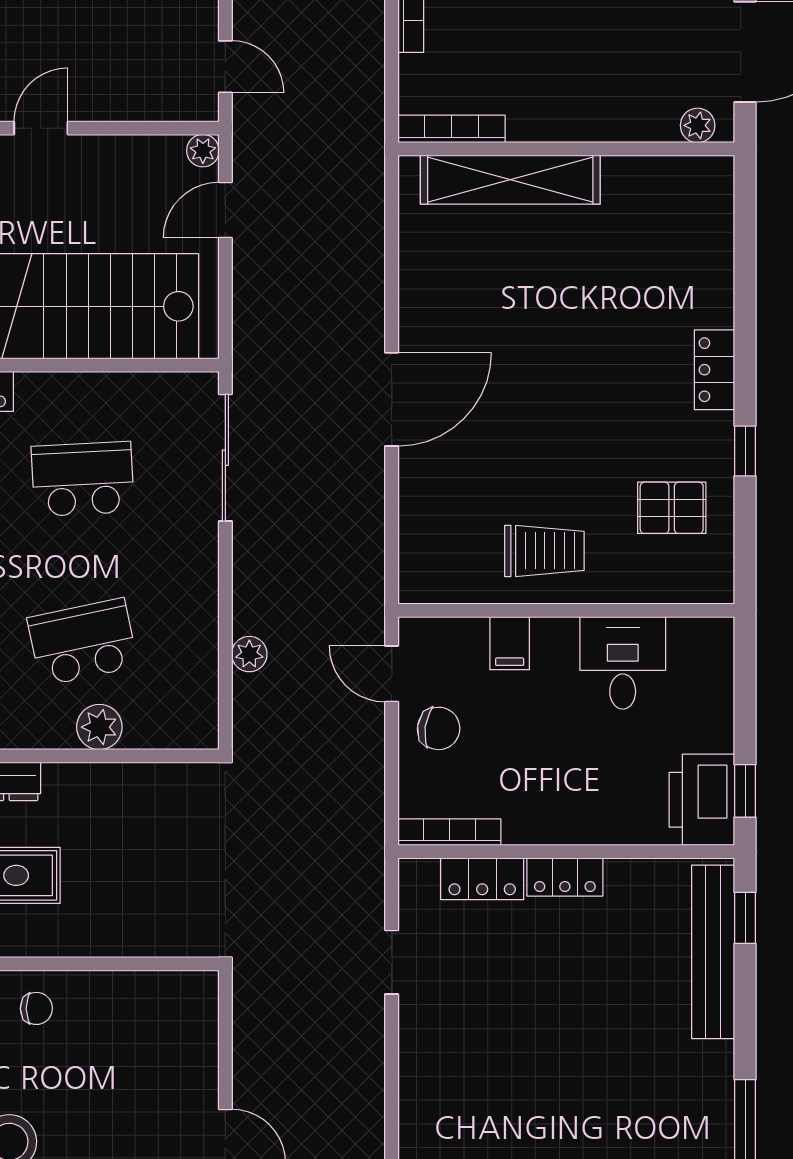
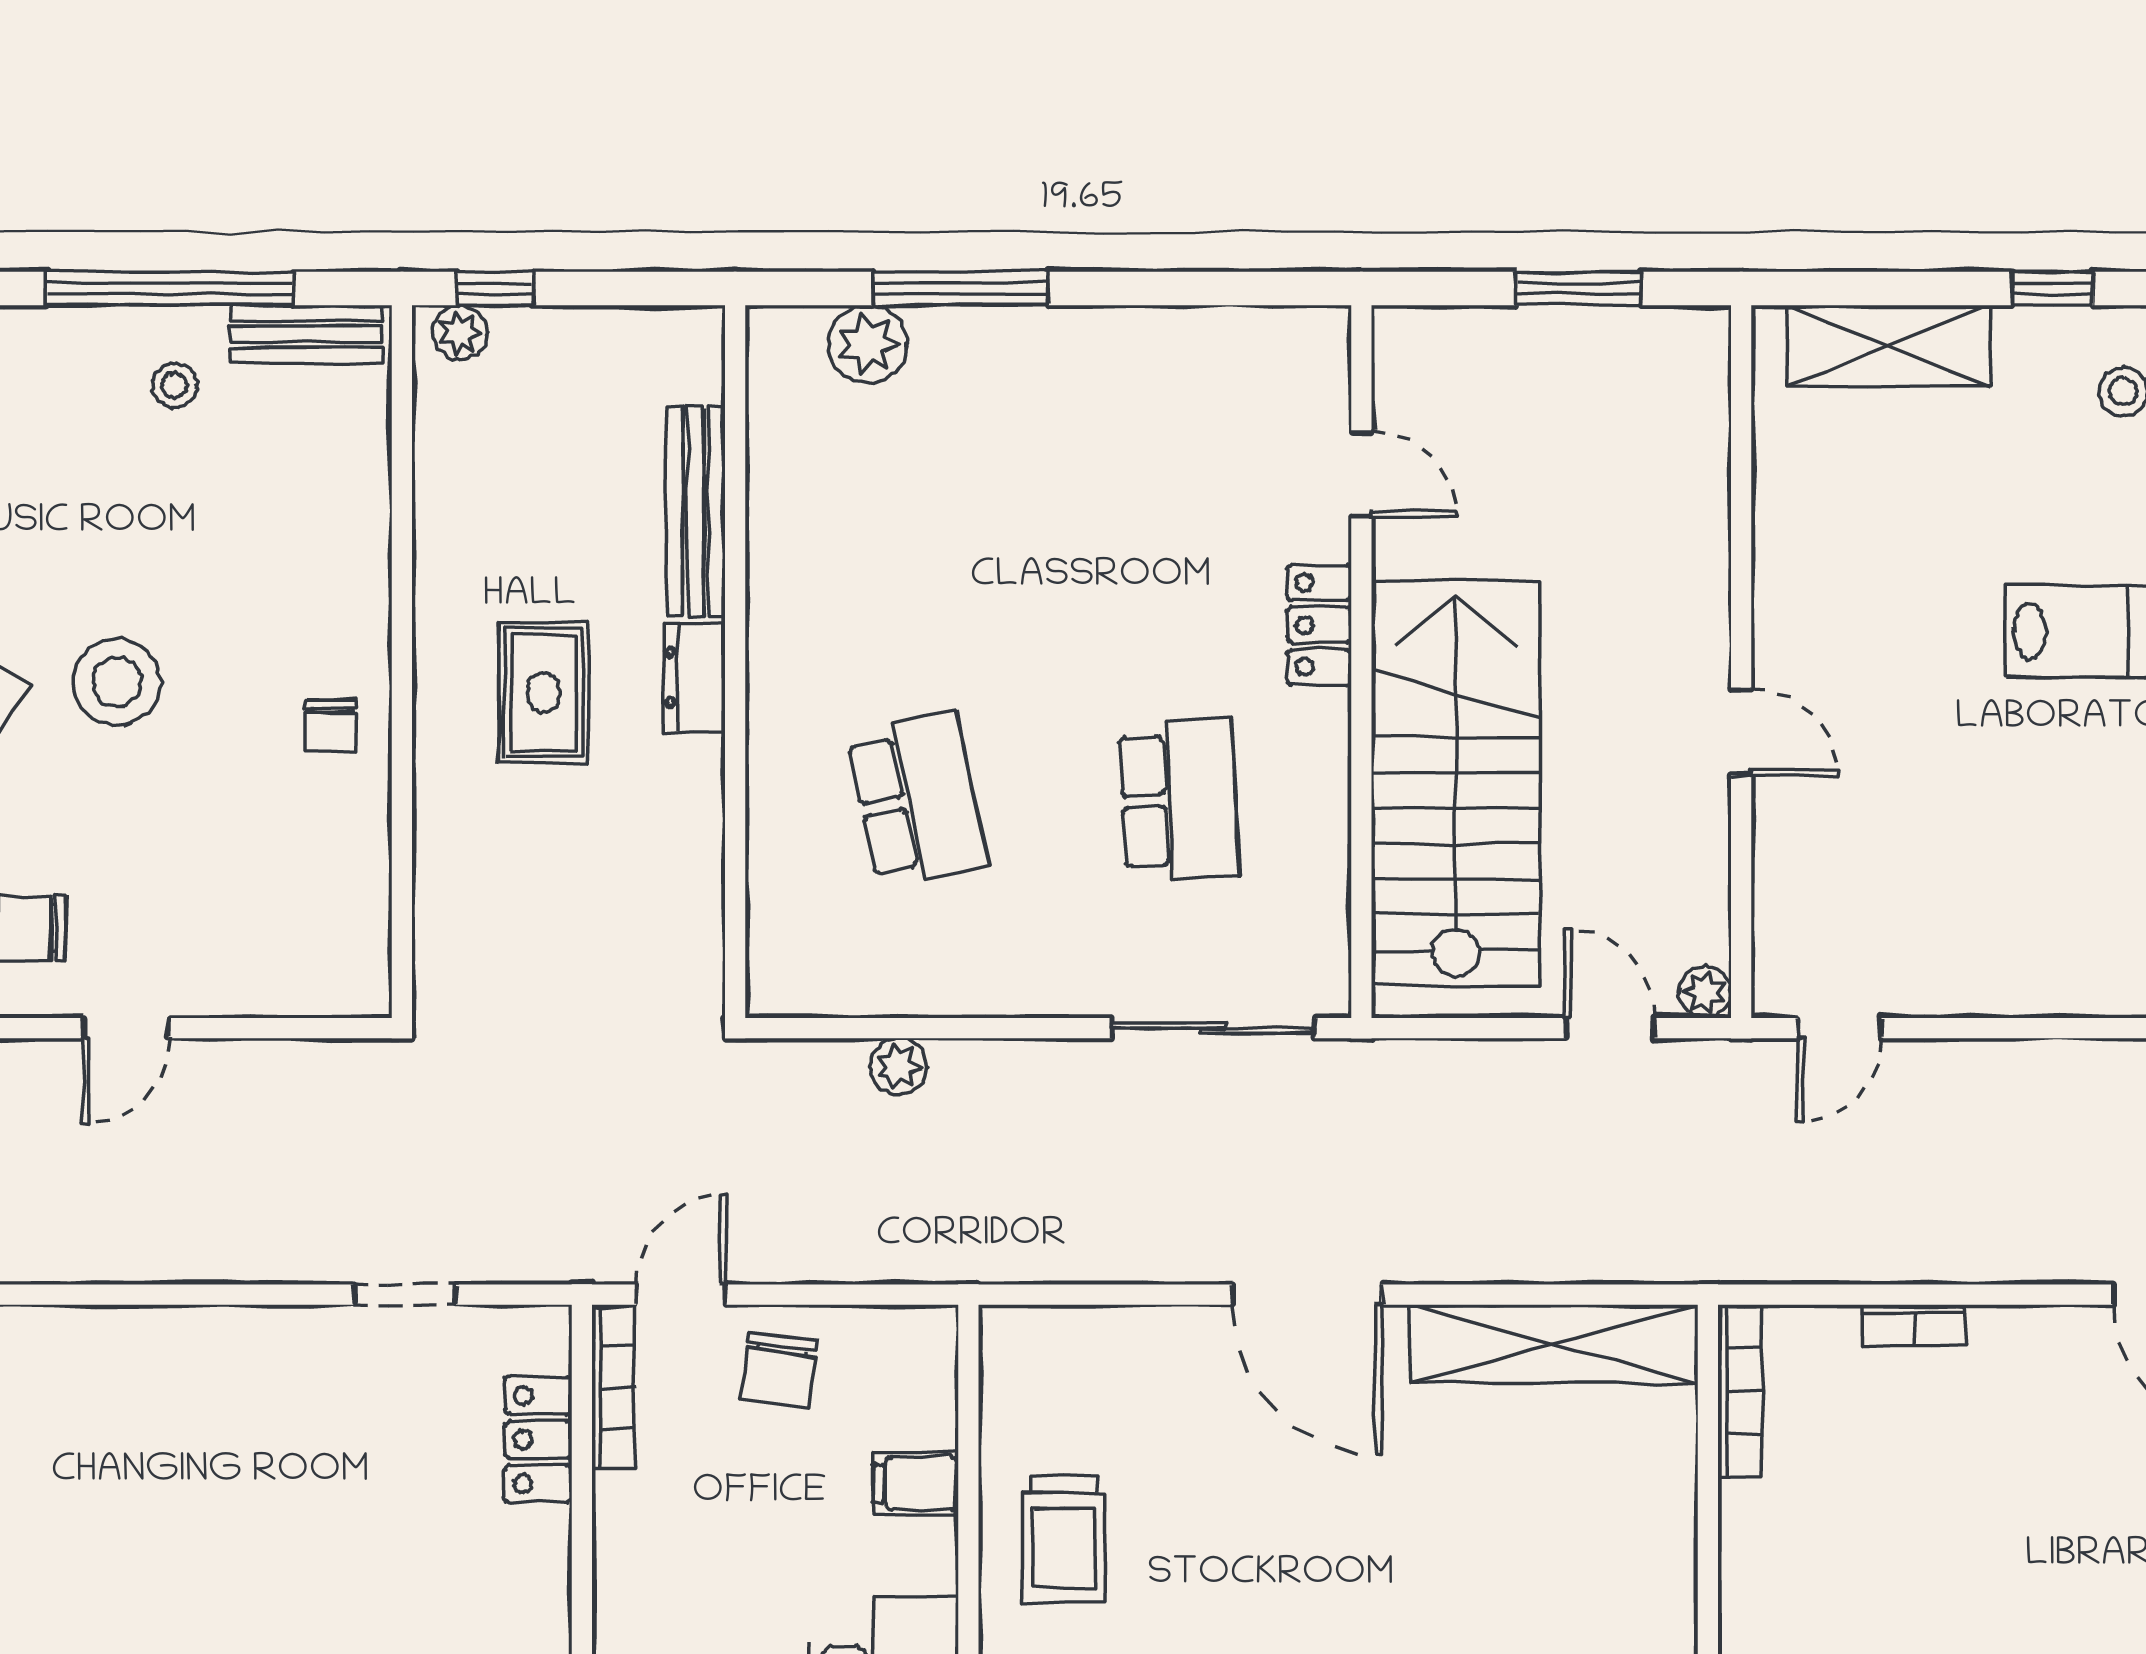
shelving: (510, 180) -> (1554, 1344), moved, turned 90
door: (392, 674) -> (681, 1295), moved
plant: (99, 727) -> (781, 826), removed
locker: (565, 877) -> (541, 1572), removed

